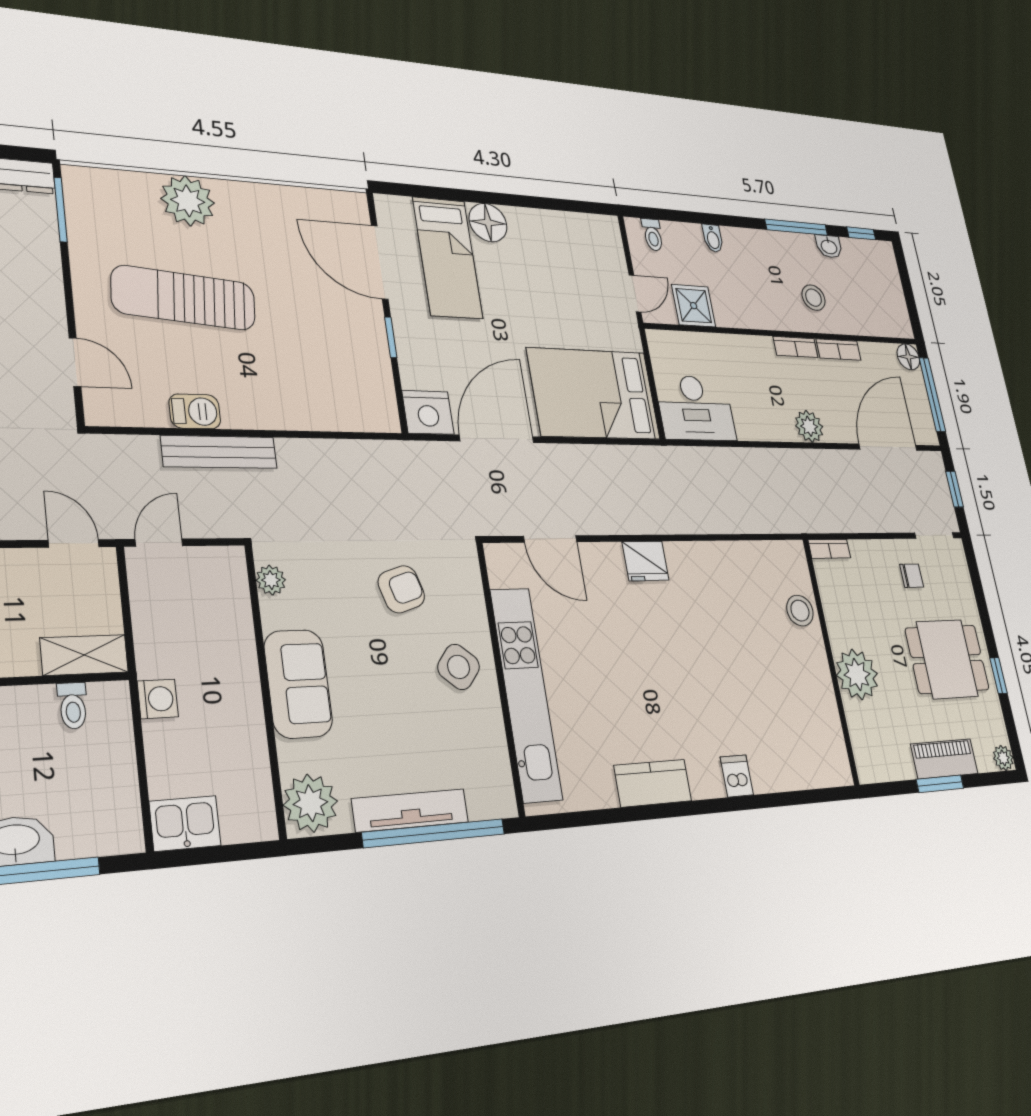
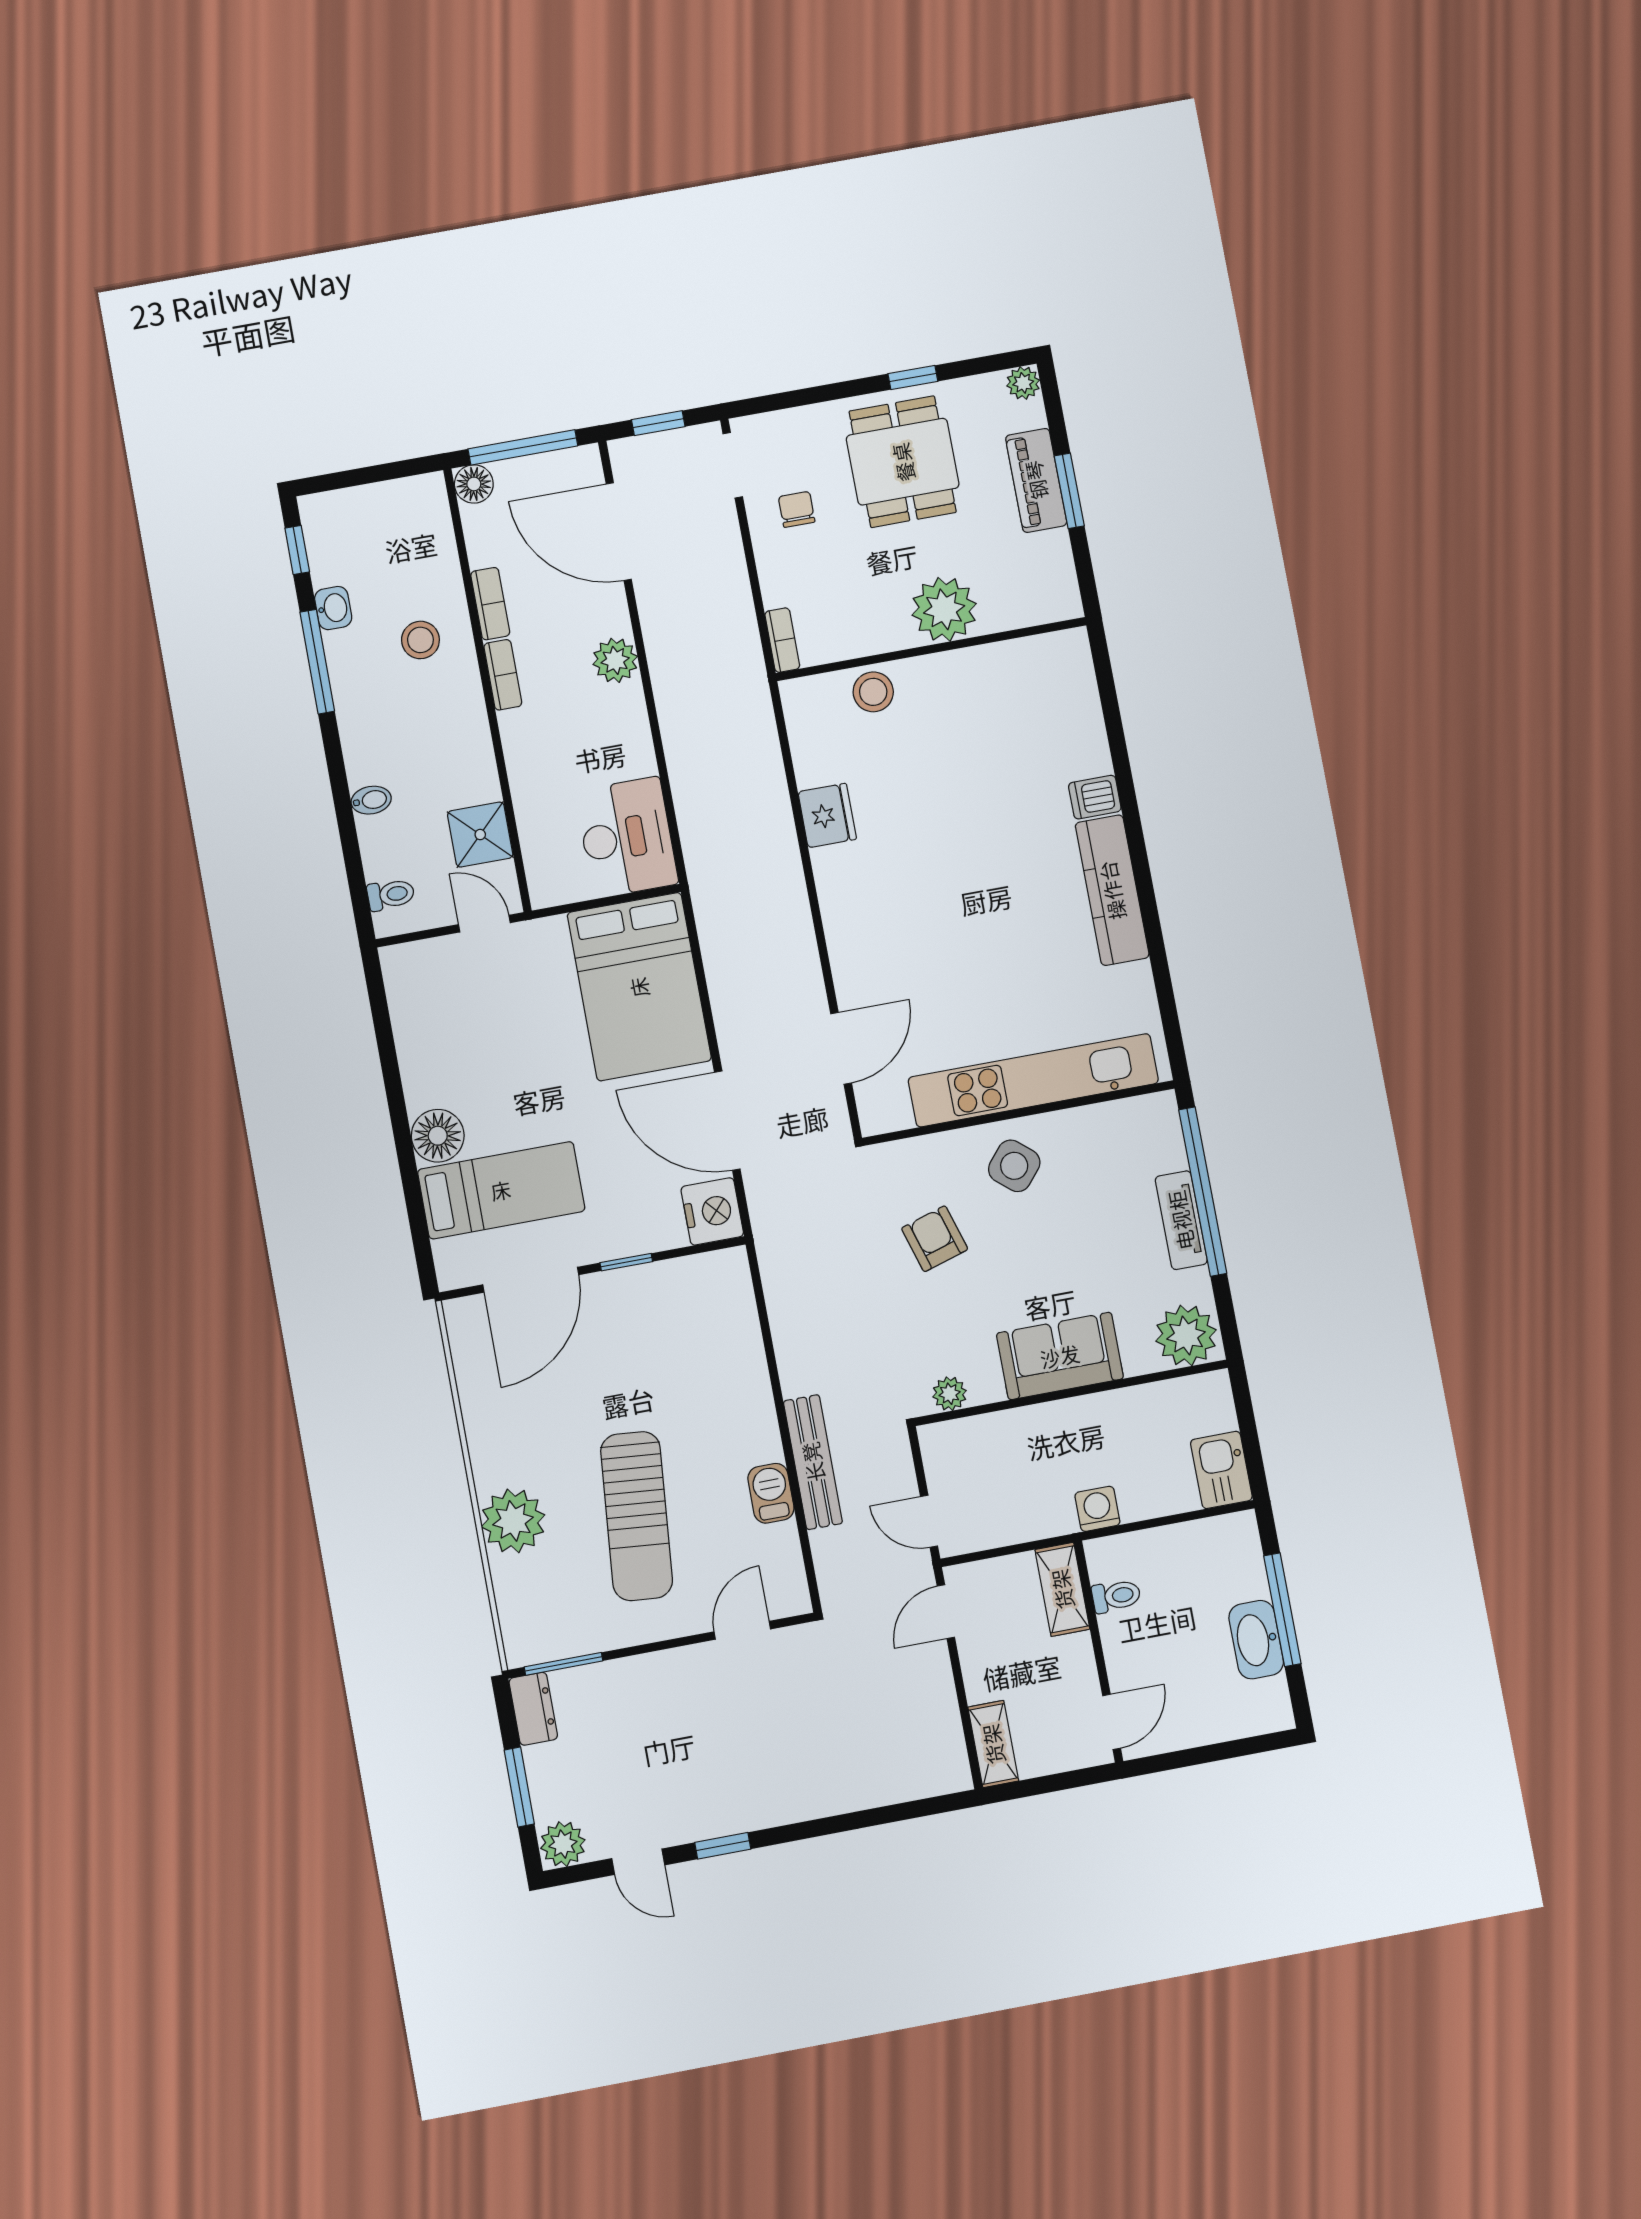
fridge: (645, 561) -> (827, 815), moved
kitchen counter: (653, 783) -> (1112, 890), width x1.50
tv unit: (410, 810) -> (1181, 1220), width x0.71

